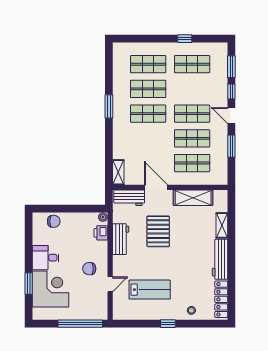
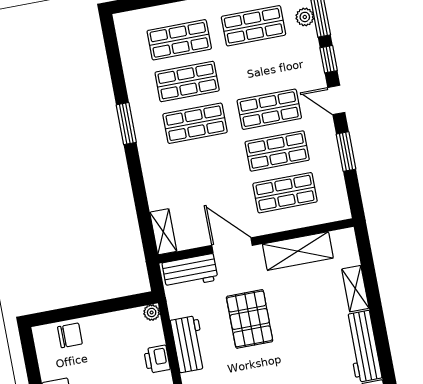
plant: (222, 65) -> (305, 17), added
printer: (101, 233) -> (157, 359), moved

